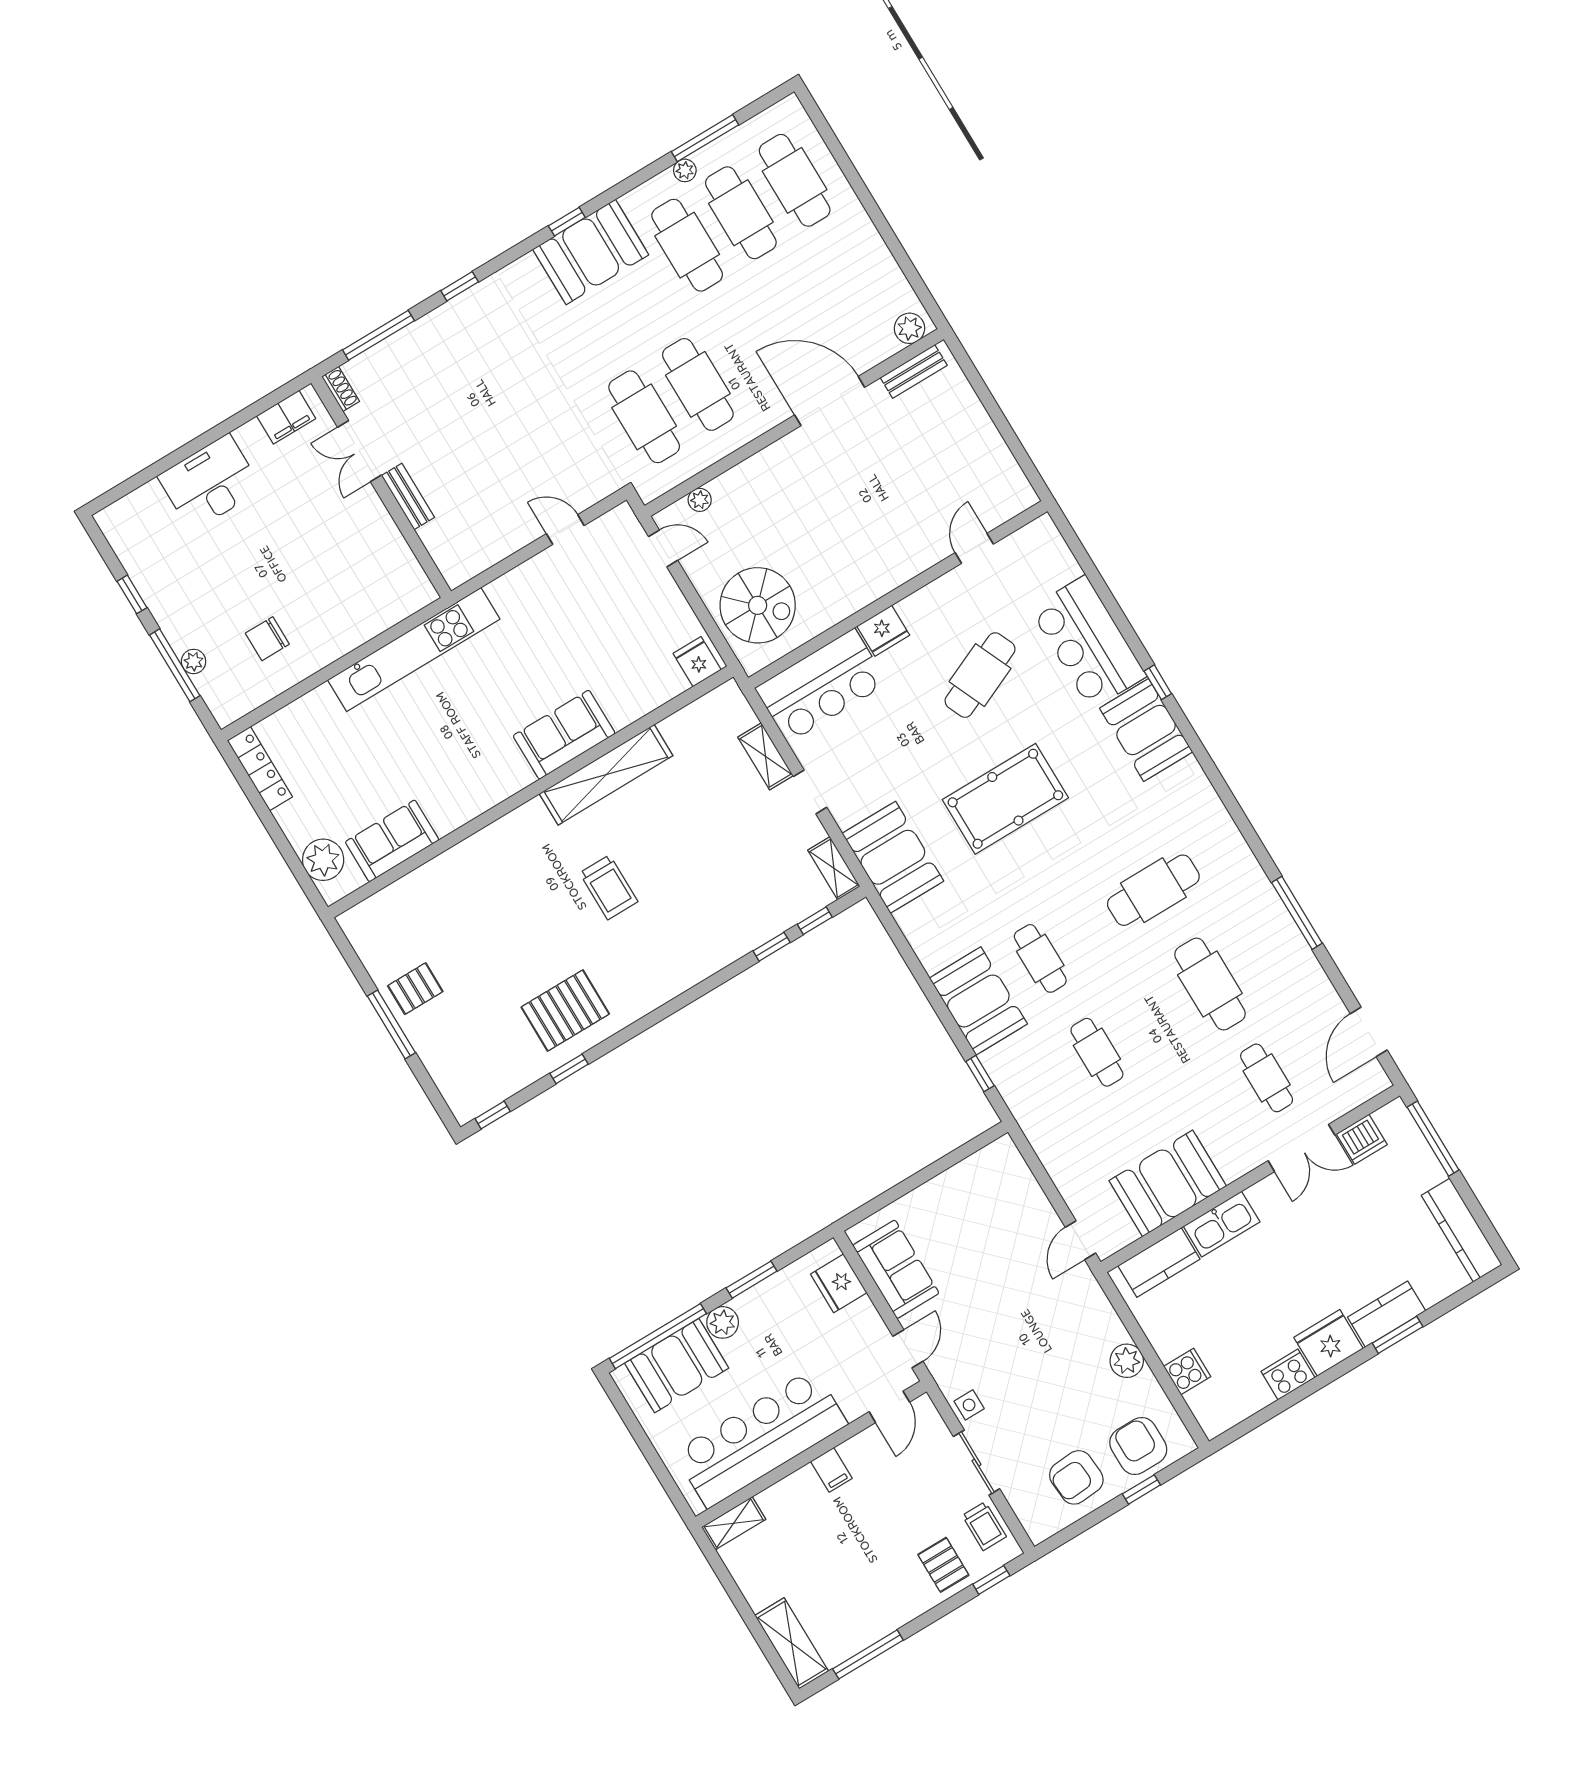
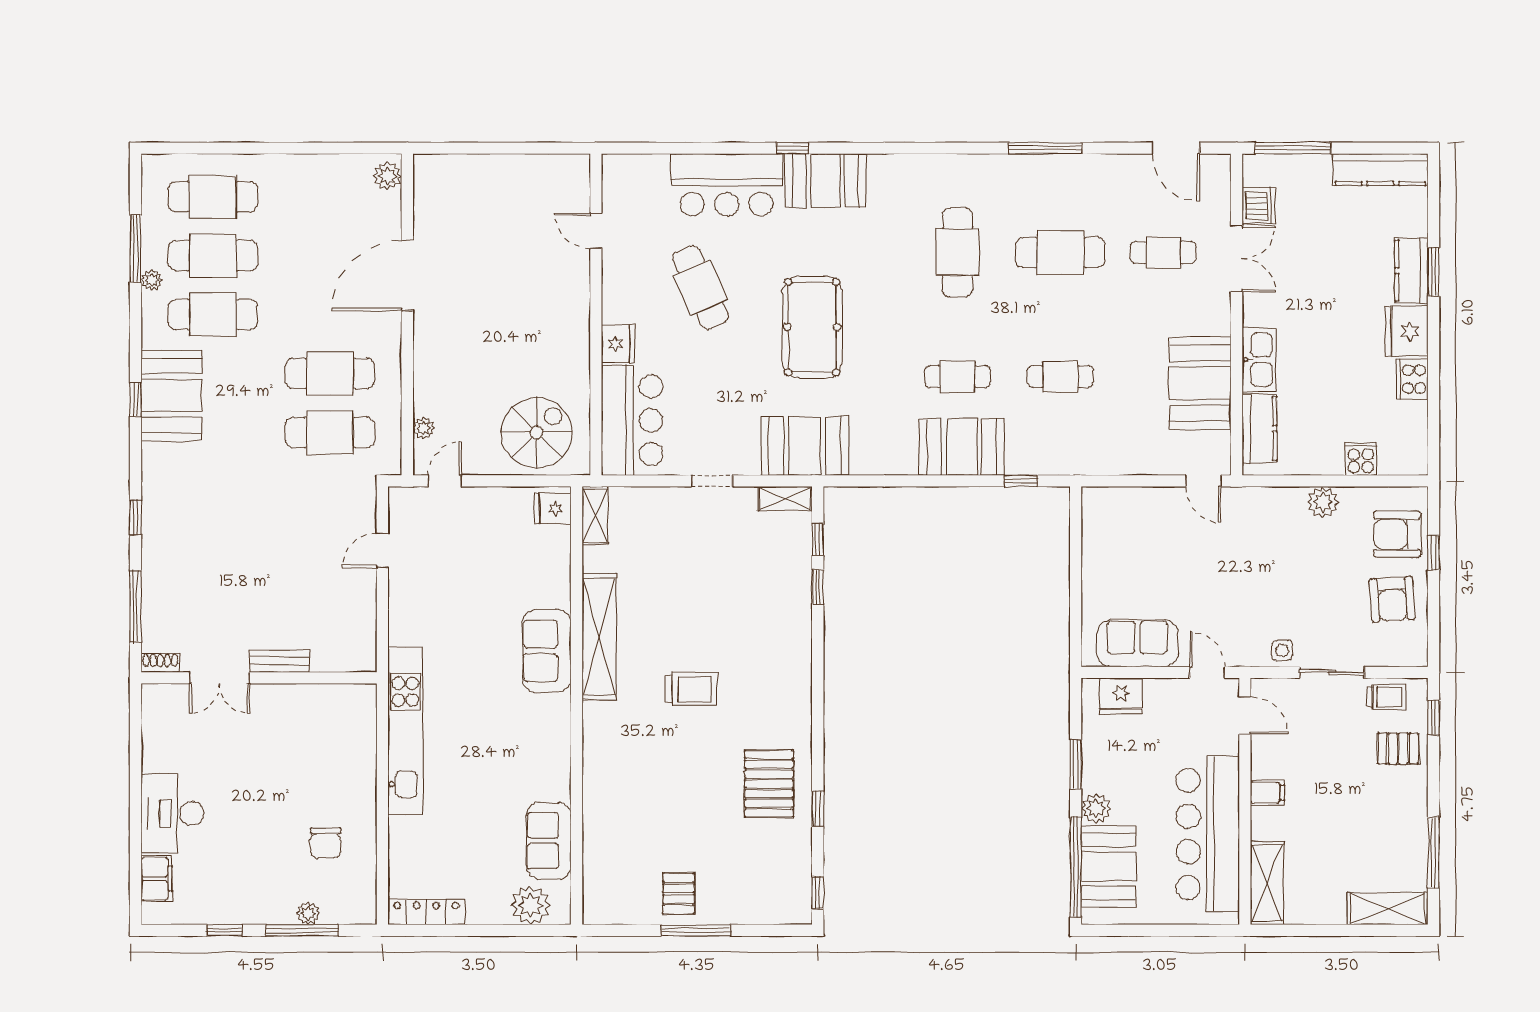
bench: (914, 371) -> (424, 194), removed
filing cabinet: (286, 417) -> (157, 879), moved
shelving: (765, 756) -> (595, 515), moved, turned 90
shelving: (734, 1523) -> (1267, 883), width x1.50, depth x1.33

